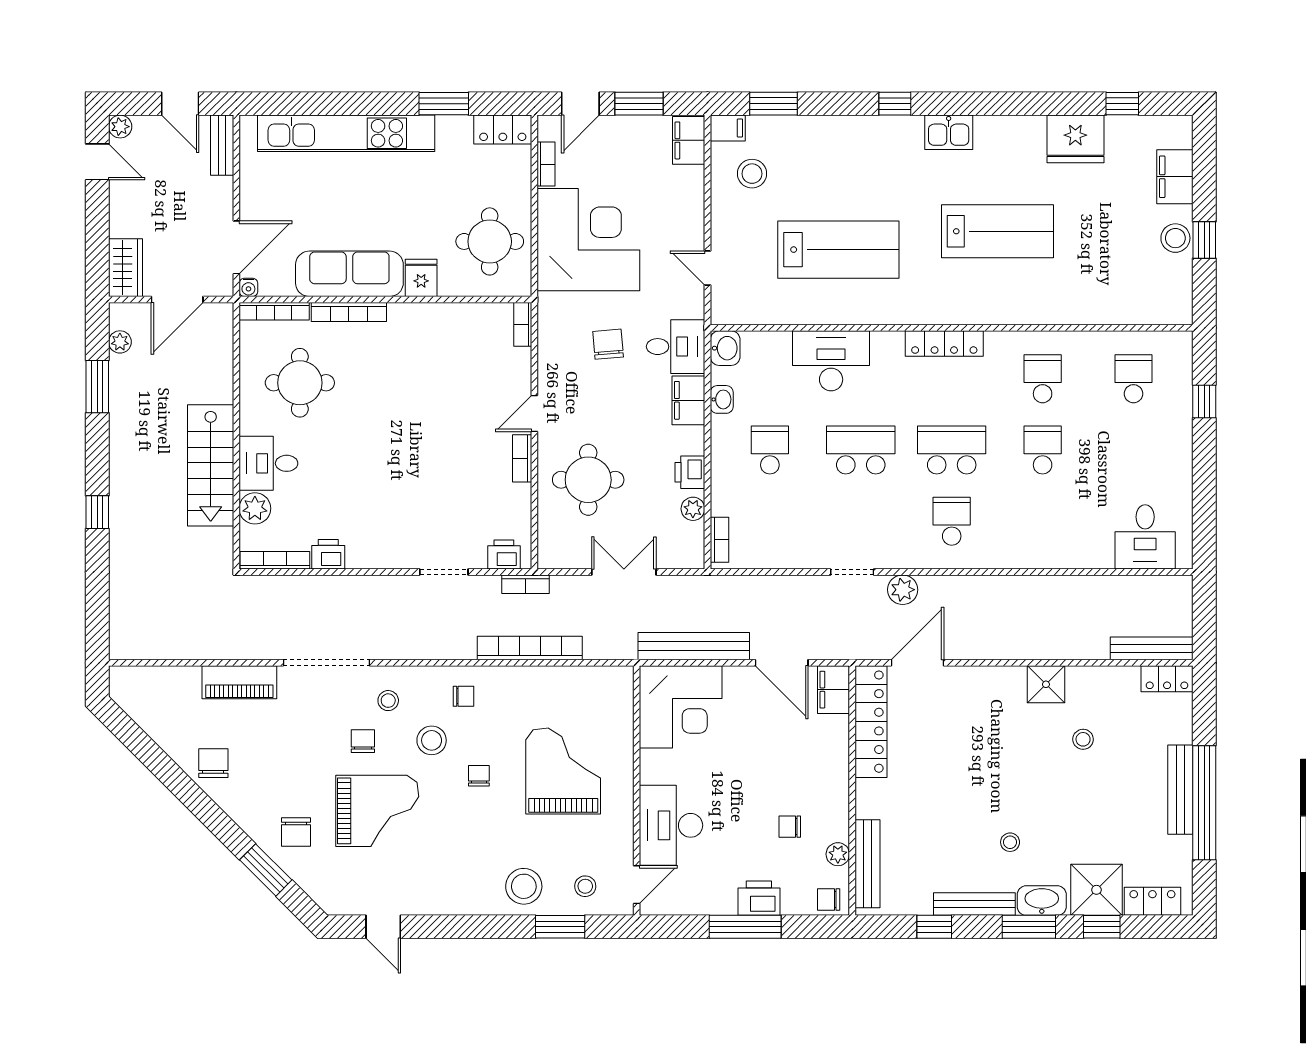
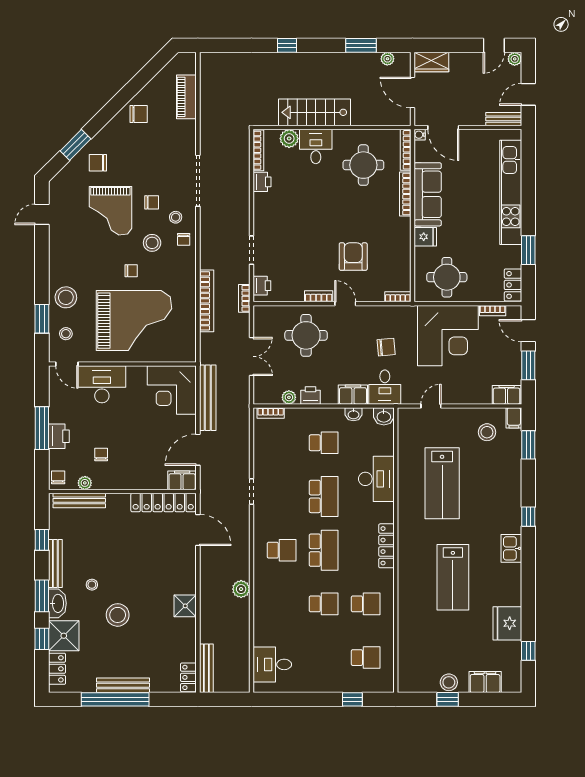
armchair: (455, 400) -> (353, 257), added
plant: (903, 590) -> (241, 589), moved
piano: (239, 682) -> (186, 97), moved
chair: (463, 696) -> (184, 239), moved
stool: (1083, 739) -> (118, 615), moved, width x1.89, depth x1.89
grand piano: (563, 771) -> (134, 321), width x1.37, depth x1.48

